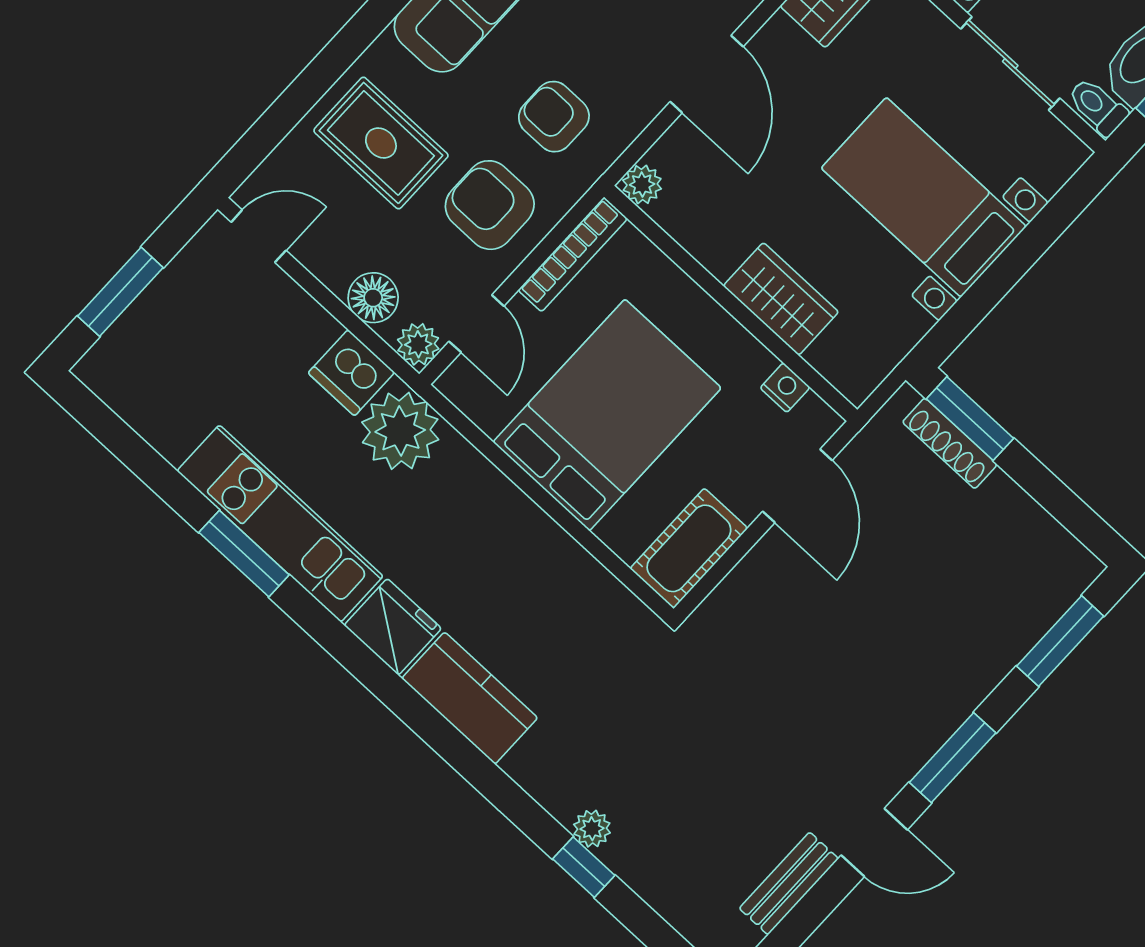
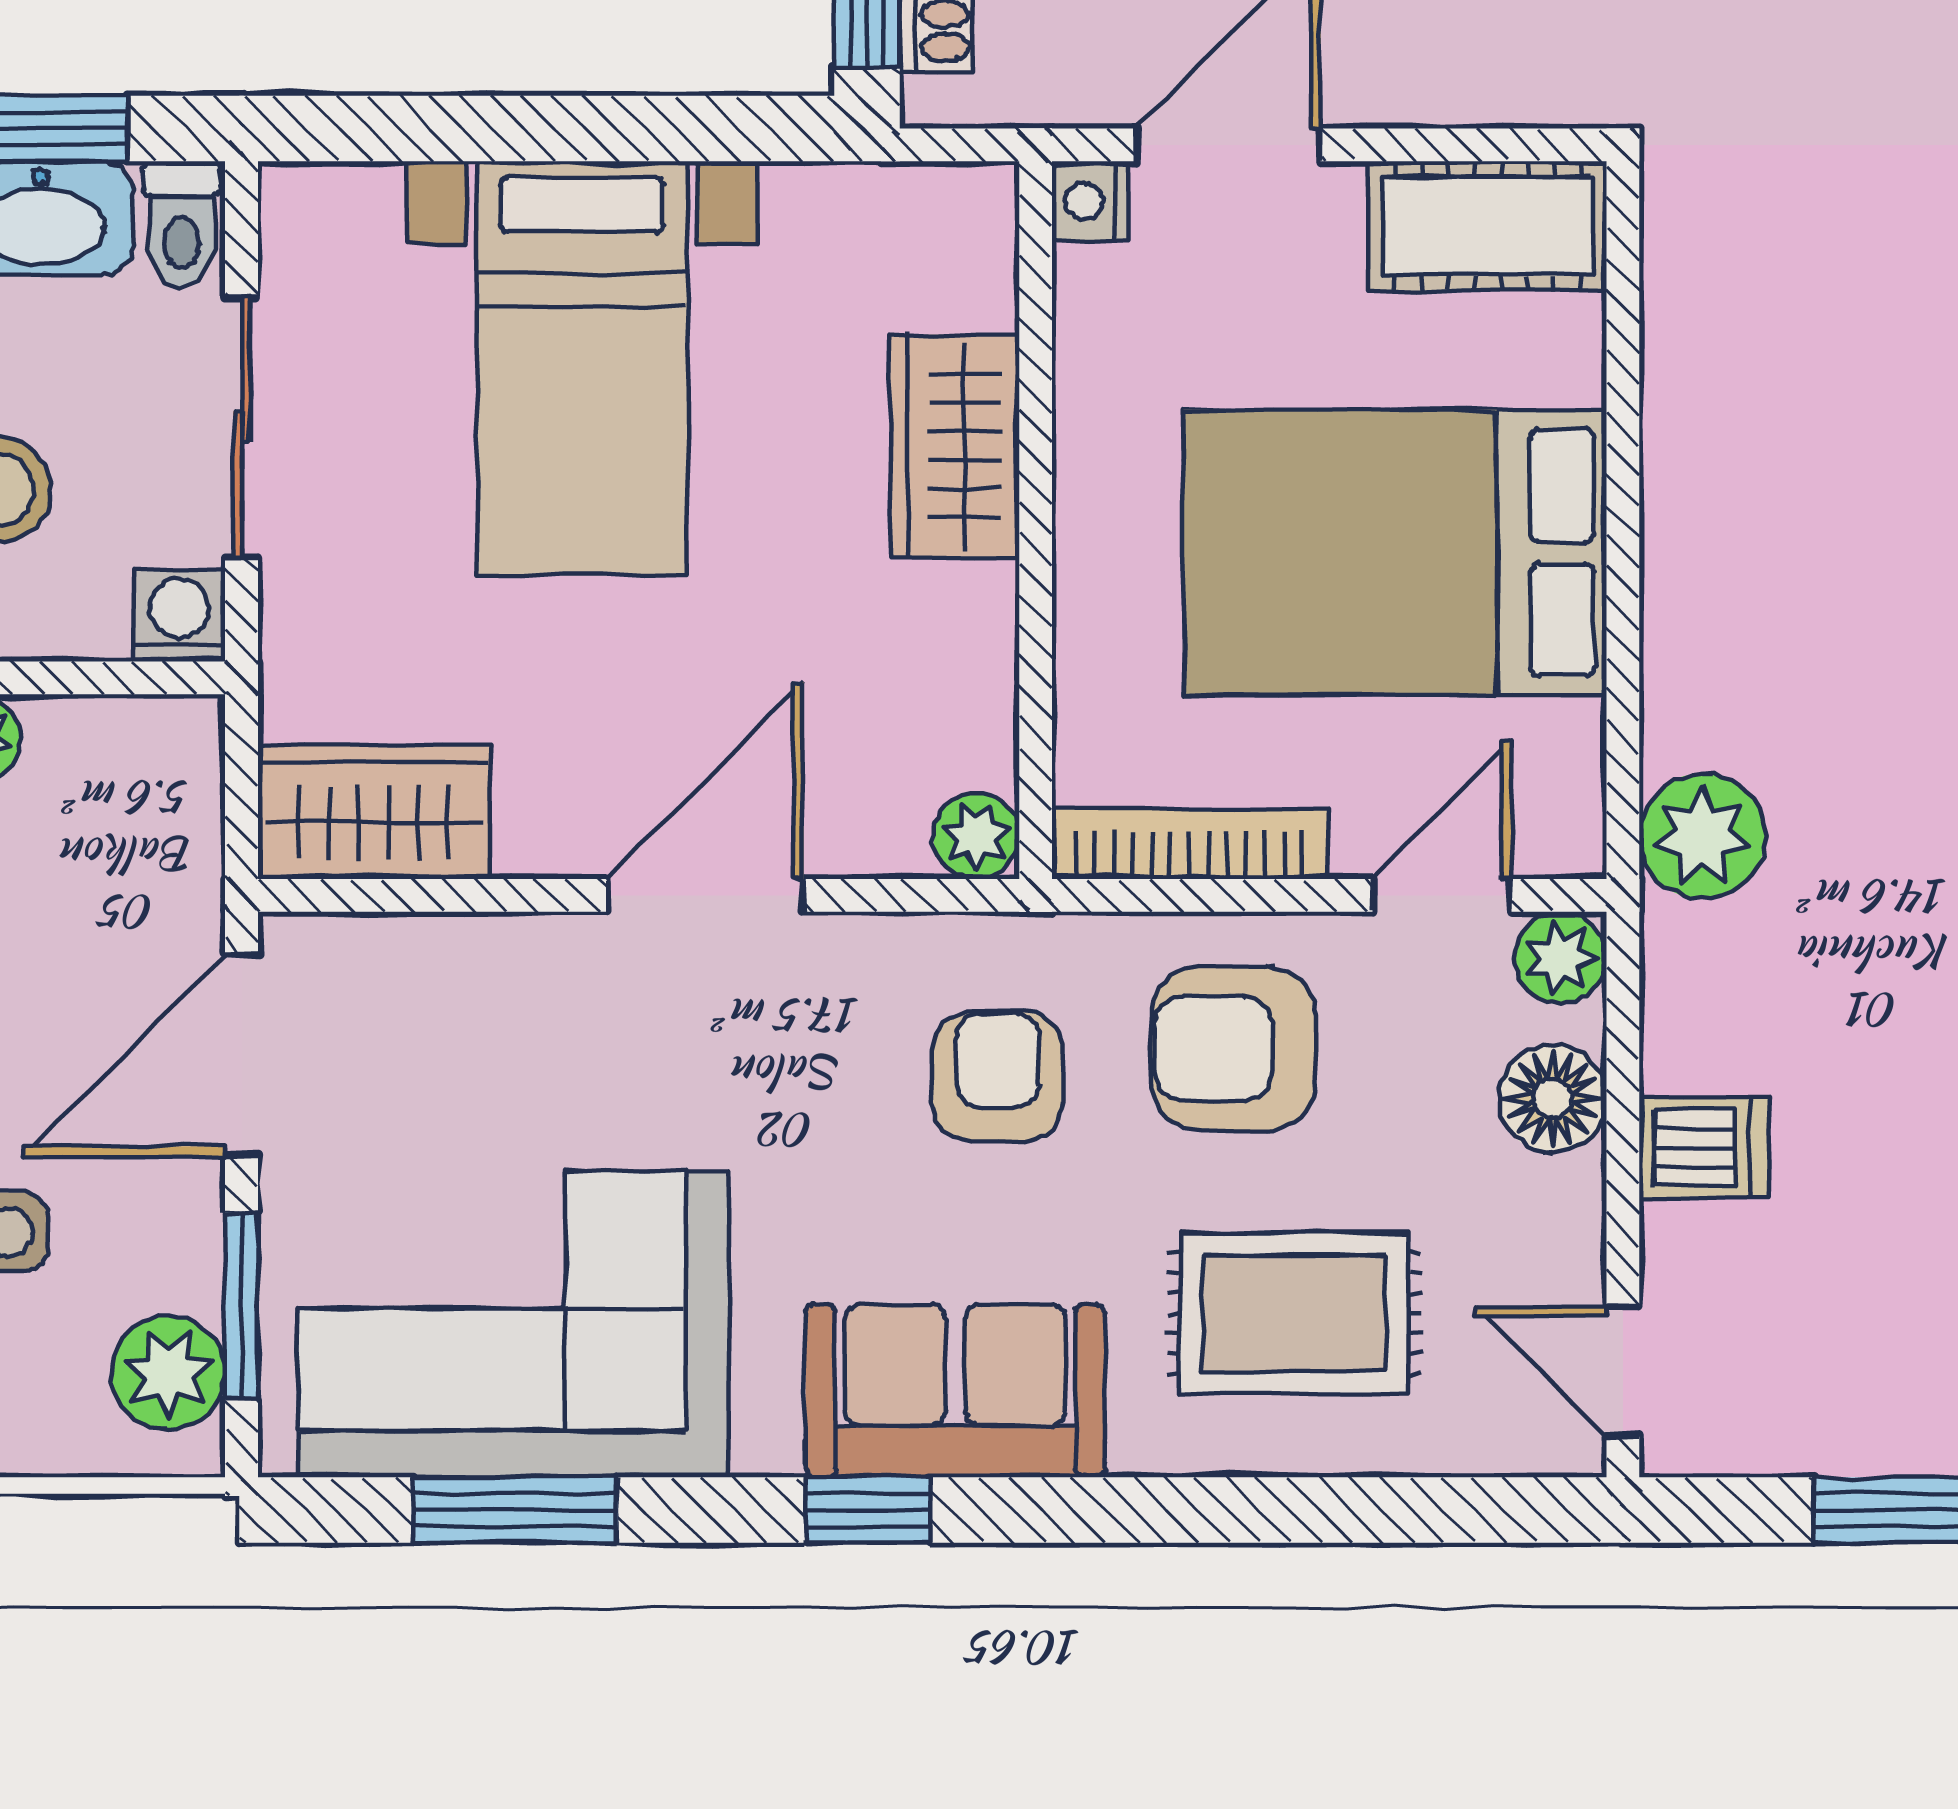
armchair: (554, 117) -> (998, 1076), turned 180
rug: (381, 143) -> (1294, 1313), turned 90
armchair: (490, 205) -> (1233, 1049), turned 90
dishwasher: (351, 373) -> (1704, 1148), moved, width x0.73
nightstand: (785, 388) -> (1090, 201), moved
plant: (400, 431) -> (1702, 836), width x0.73, depth x0.73

